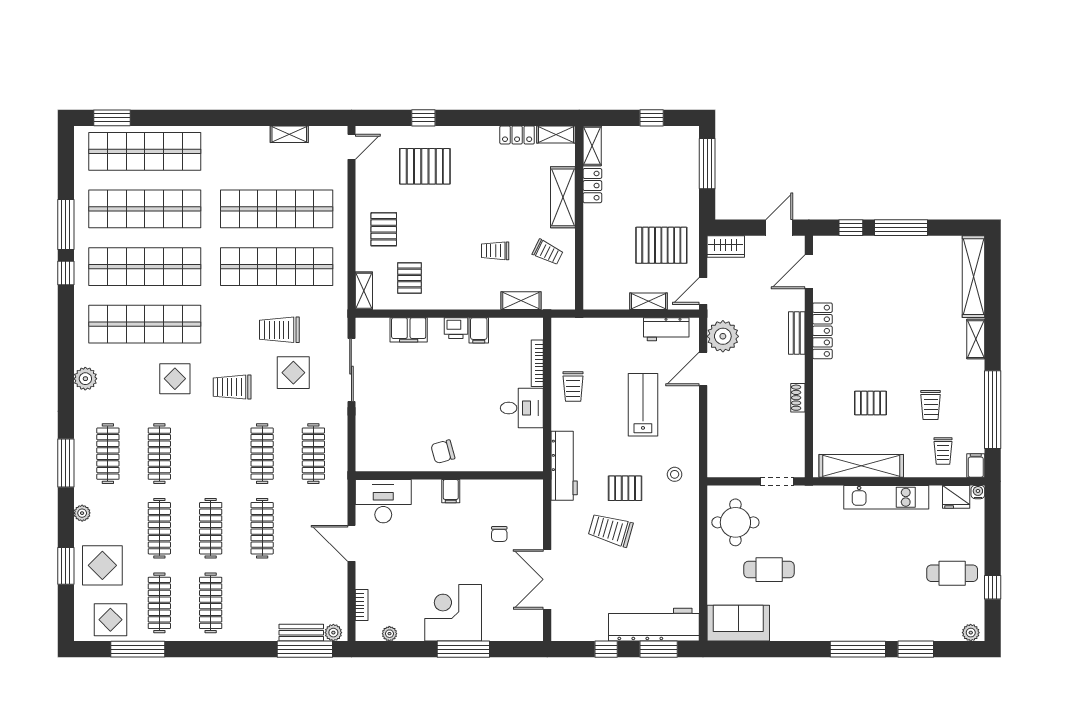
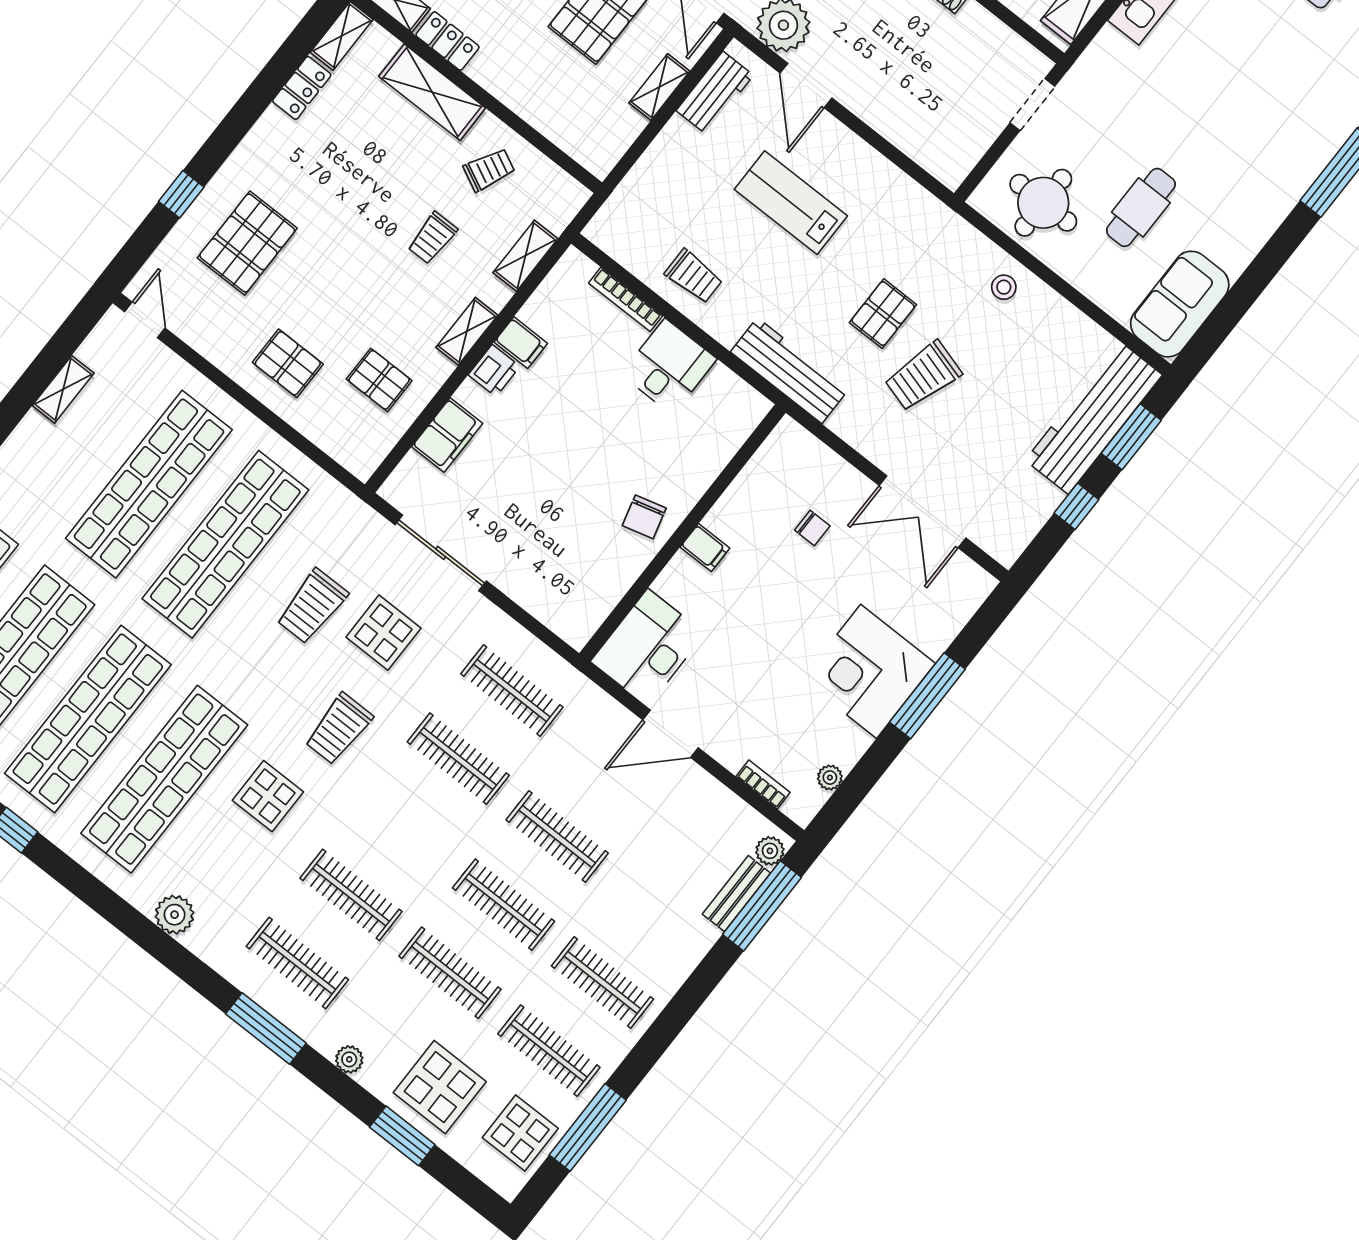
shelving: (364, 291) -> (467, 331), moved, turned 90
stool: (675, 474) -> (1004, 287), moved

